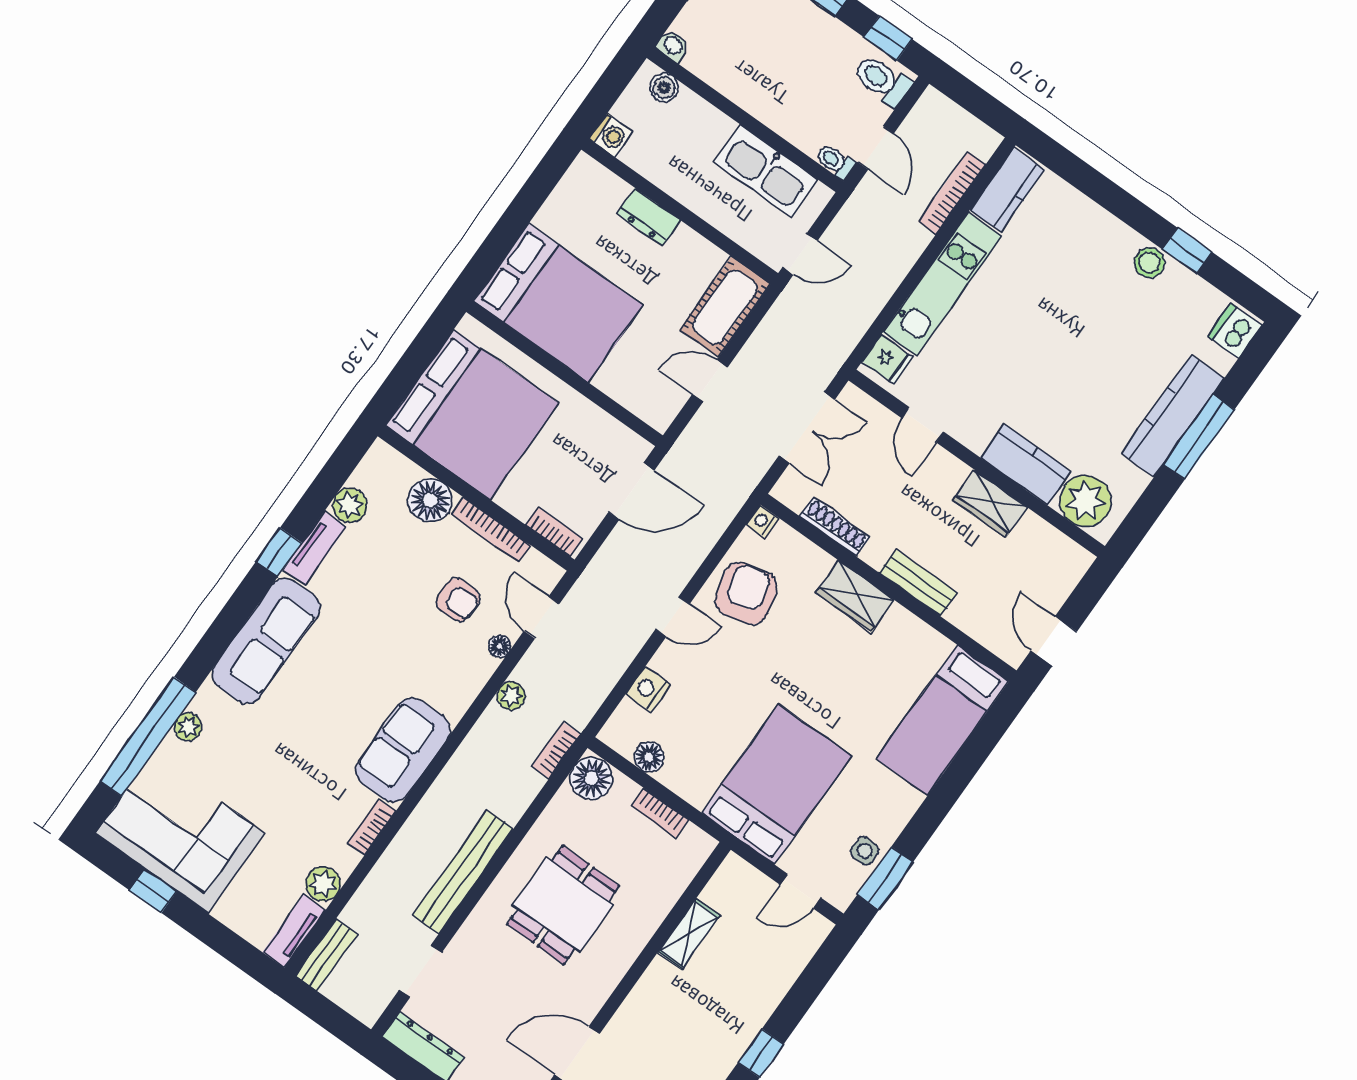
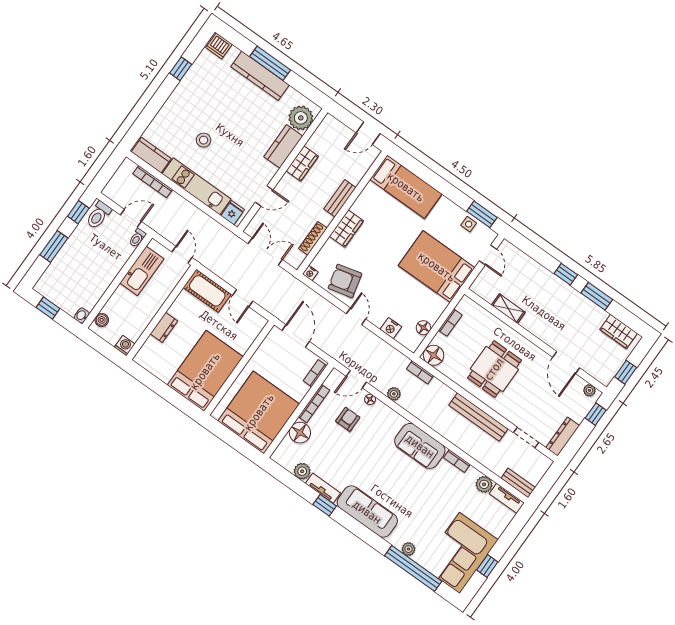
stool: (1149, 263) -> (204, 140), moved
dining table: (563, 905) -> (494, 369), turned 90

